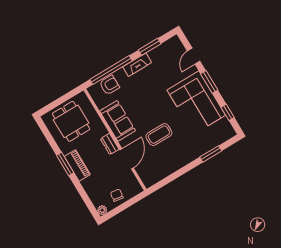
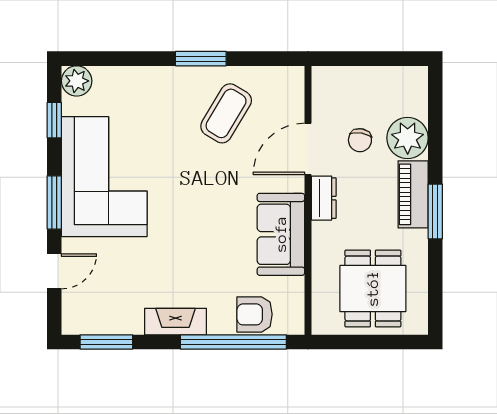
window: (150, 47) -> (106, 342), moved
plant: (228, 132) -> (77, 81), added
coffee table: (159, 135) -> (226, 113), moved, turned -59
window: (211, 154) -> (201, 59), moved
chair: (117, 195) -> (360, 140), moved
plant: (102, 210) -> (408, 138), moved, width x1.88, depth x1.88

